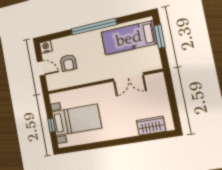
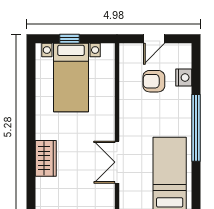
nightstand: (46, 47) -> (184, 78), moved
wardrobe: (151, 126) -> (46, 158), moved

